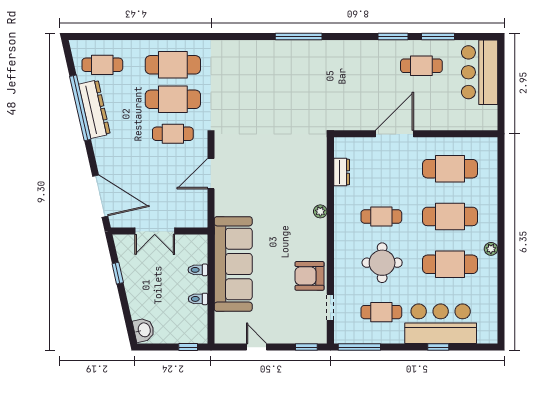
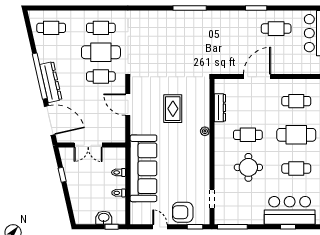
window: (438, 37) -> (288, 8), removed
cafe table: (173, 65) -> (101, 28), width x0.73, depth x0.74
window: (80, 108) -> (40, 76), moved
dresser: (94, 109) -> (51, 82), moved
cafe table: (450, 169) -> (296, 101), width x0.73, depth x0.74
dresser: (342, 172) -> (220, 108), width x1.44
door: (211, 174) -> (128, 105), hinge flipped
rug: (275, 179) -> (173, 109), added
cafe table: (450, 264) -> (296, 169), width x0.73, depth x0.74
armchair: (310, 276) -> (183, 212), moved
cafe table: (381, 312) -> (248, 202), removed
washbasin: (144, 330) -> (104, 218), moved, turned -77

